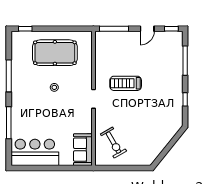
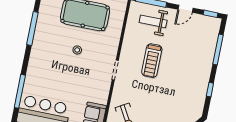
weight bench: (119, 47) -> (153, 21), added
treadmill: (126, 83) -> (152, 61), turned -90
window: (9, 123) -> (20, 91), moved

